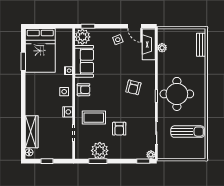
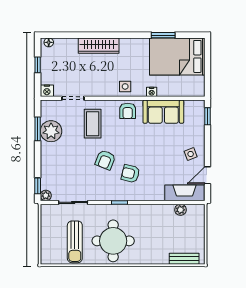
plant: (82, 37) -> (194, 110), removed
round table: (177, 94) -> (113, 241), moved
nightstand: (68, 112) -> (47, 91), moved
armchair: (119, 129) -> (105, 160), moved, turned -68
wardrobe: (32, 132) -> (99, 46), moved

